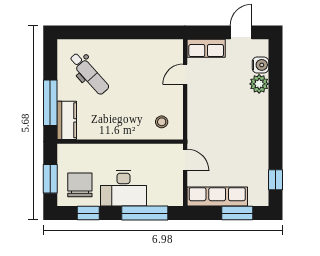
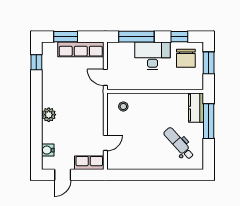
plant: (259, 84) -> (49, 115), moved

